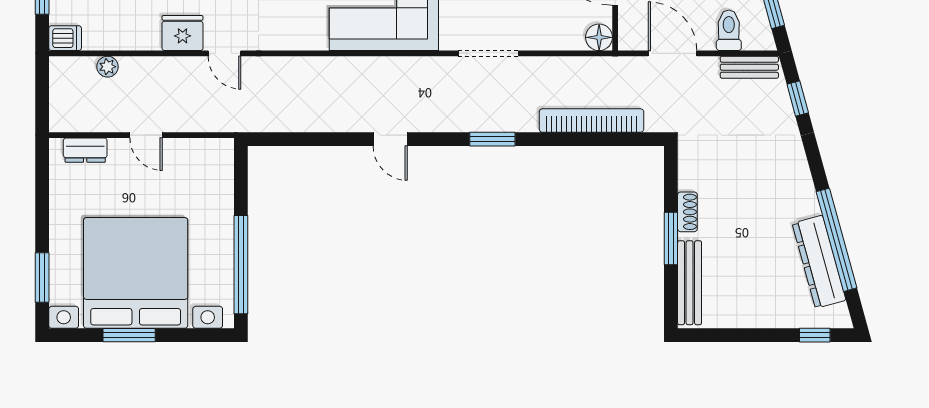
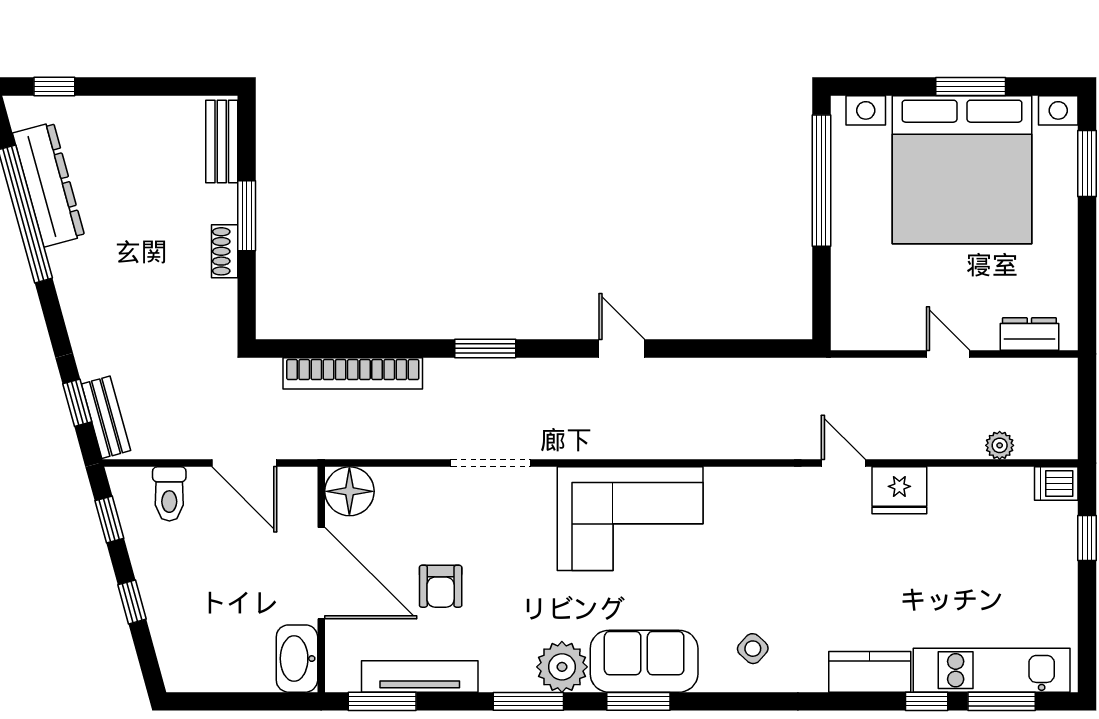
floor lamp: (599, 37) -> (349, 491), width x1.38, depth x1.38
bench: (749, 67) -> (106, 417), moved, turned 75
bench: (690, 283) -> (222, 141), width x0.73

